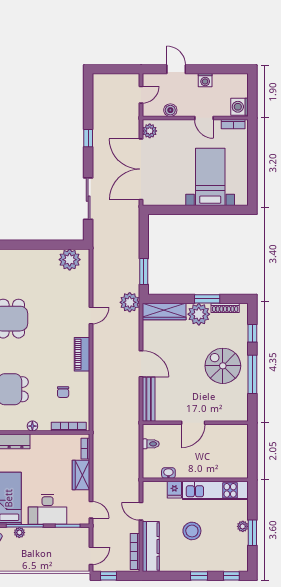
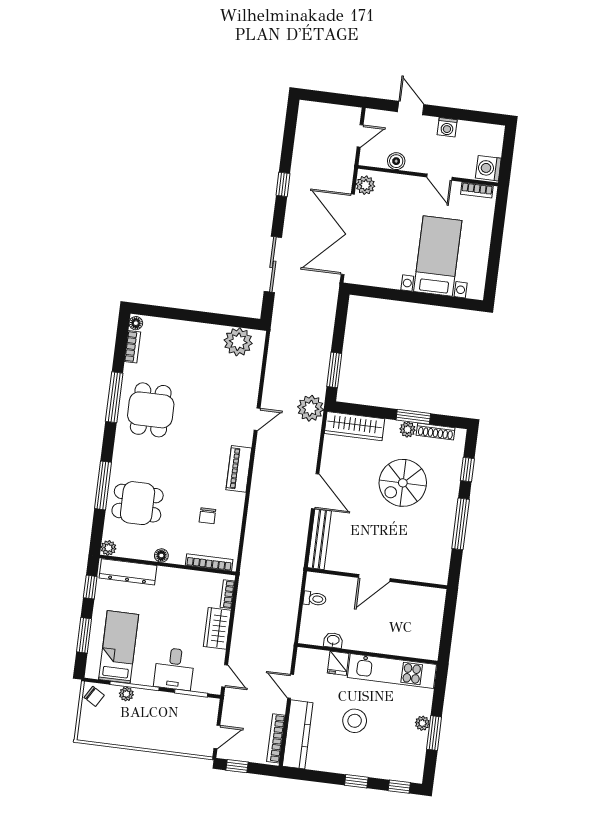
plant: (199, 314) -> (408, 429), width x0.53, depth x0.53
spiral stairs: (223, 366) -> (403, 483), moved, turned -90
desk: (48, 509) -> (174, 669), width x0.73

